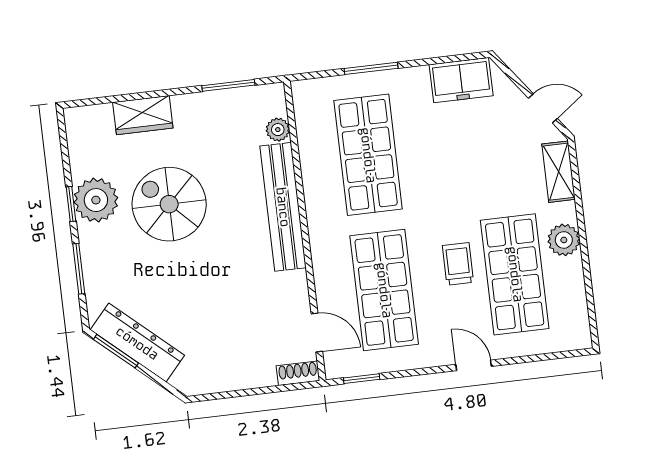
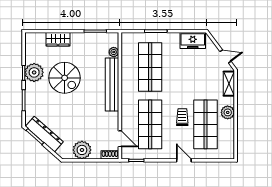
spiral stairs: (169, 204) -> (65, 78), turned 180
plant: (231, 370) -> (82, 150), added

